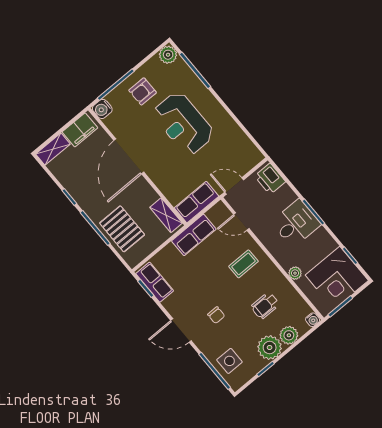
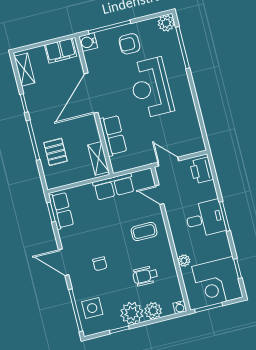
shelving: (53, 149) -> (24, 70), moved, turned 90
row of seats: (197, 202) -> (113, 135), moved, turned 90
pallet: (122, 229) -> (56, 152), width x0.67, depth x0.71

